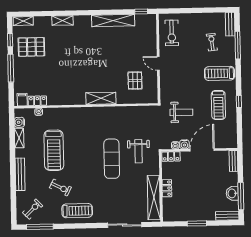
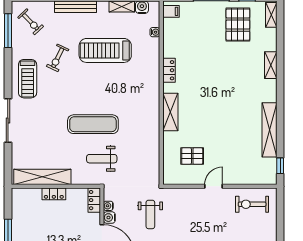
locker: (37, 101) -> (169, 70), moved
sliding door: (125, 225) -> (8, 121), moved

